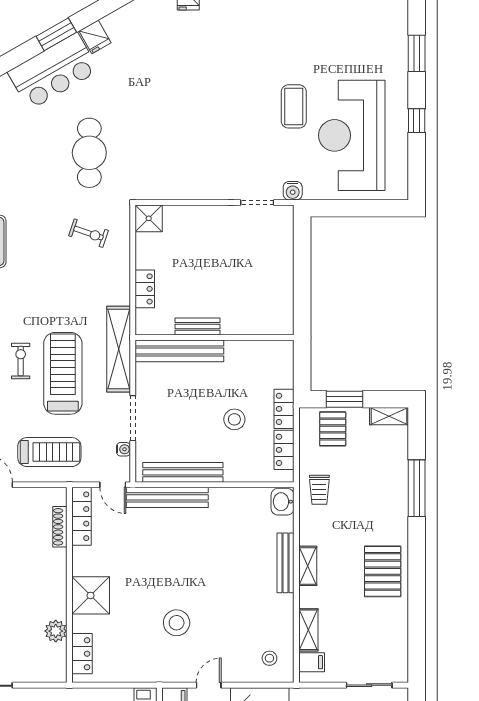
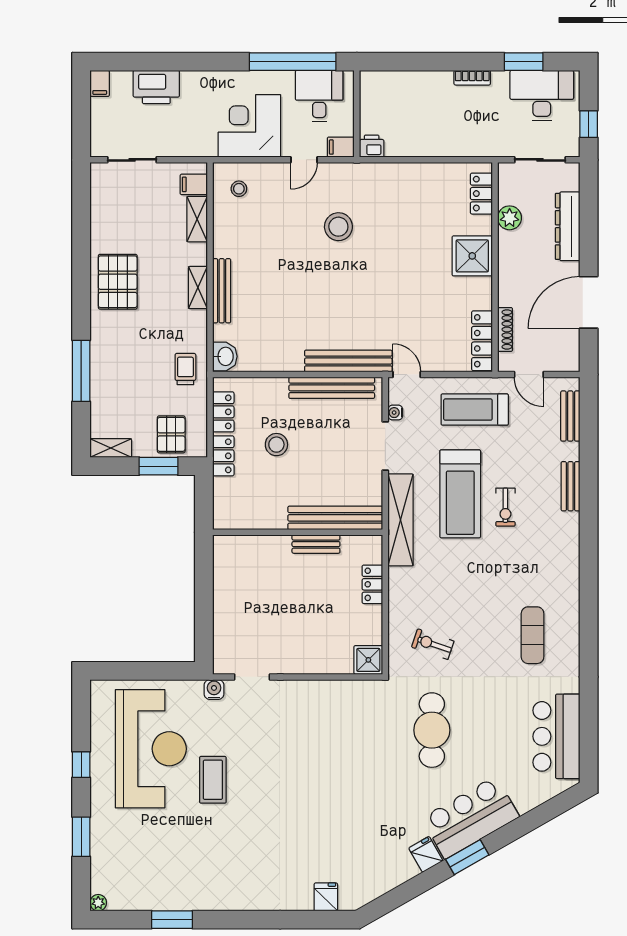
locker: (81, 516) -> (482, 341), moved
shoe rack: (60, 527) -> (505, 329), moved
wall: (69, 585) -> (495, 267), moved
shower: (91, 595) -> (472, 256), moved
plant: (56, 631) -> (510, 218), moved
locker: (82, 654) -> (481, 194), moved

